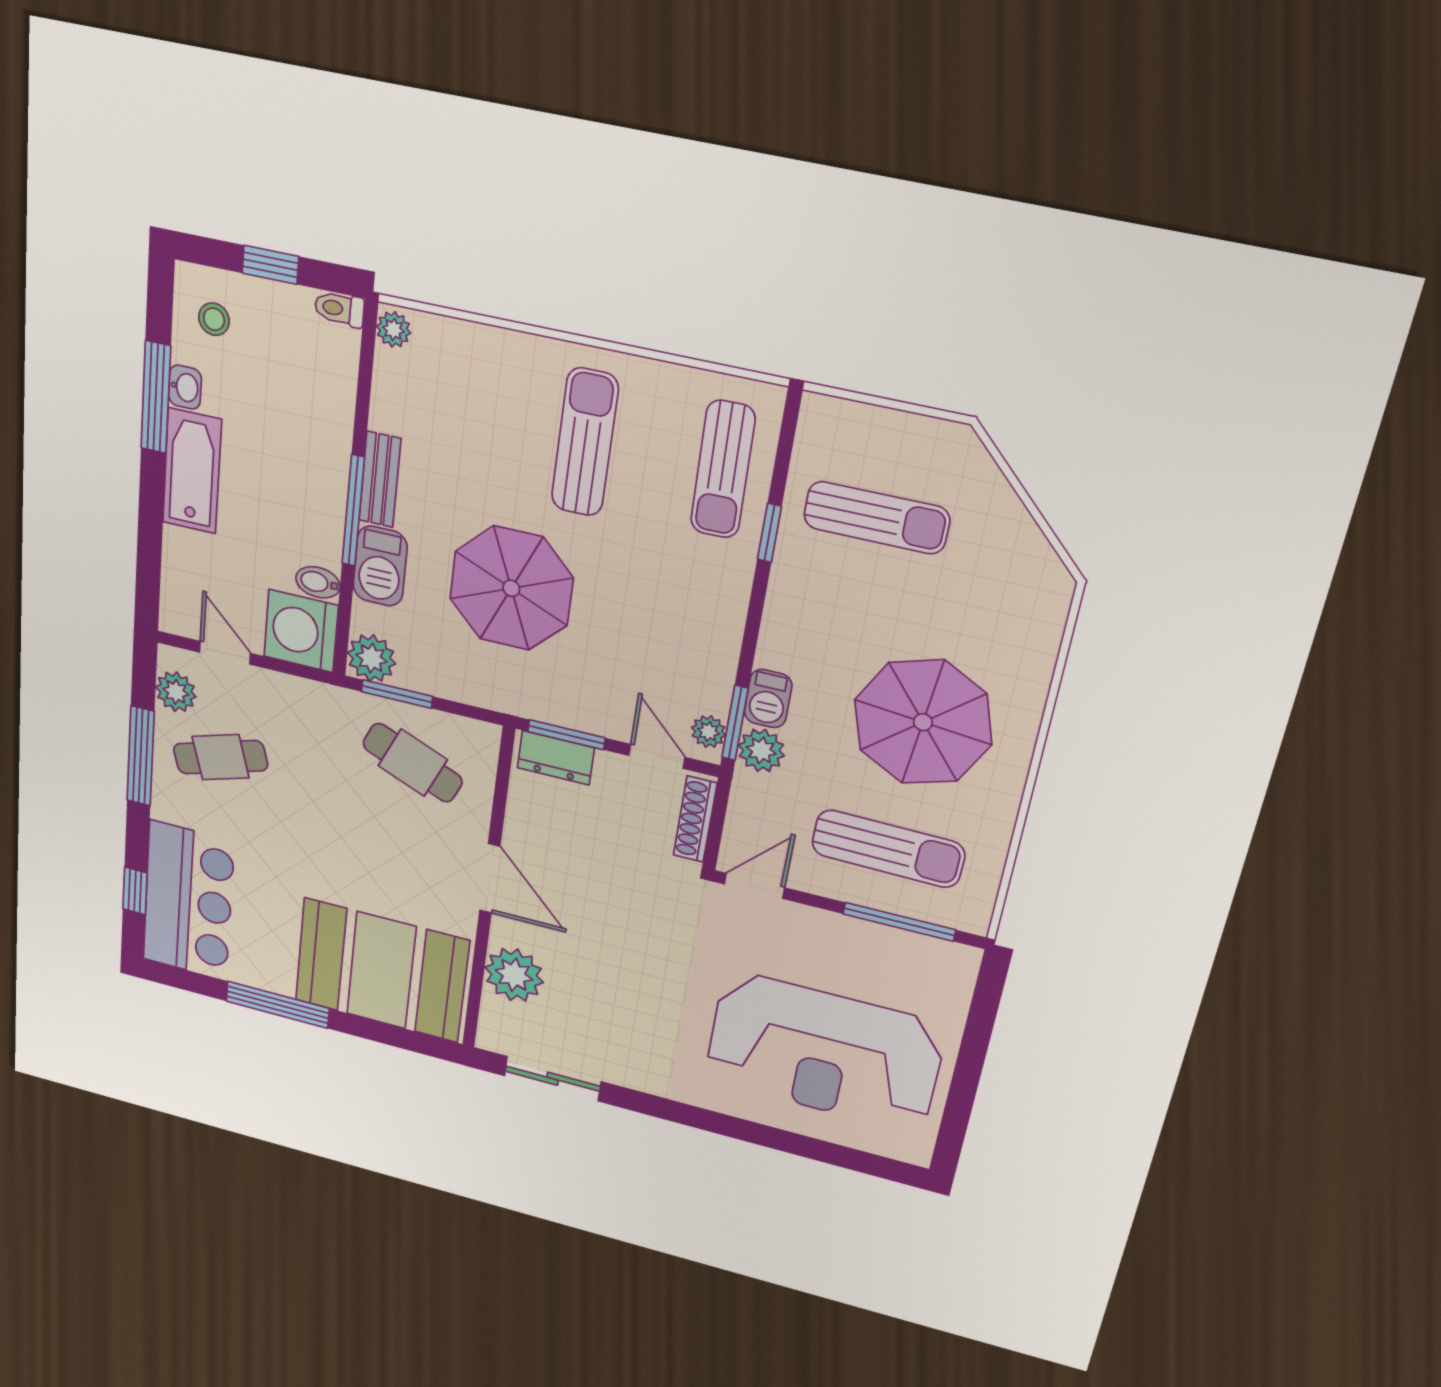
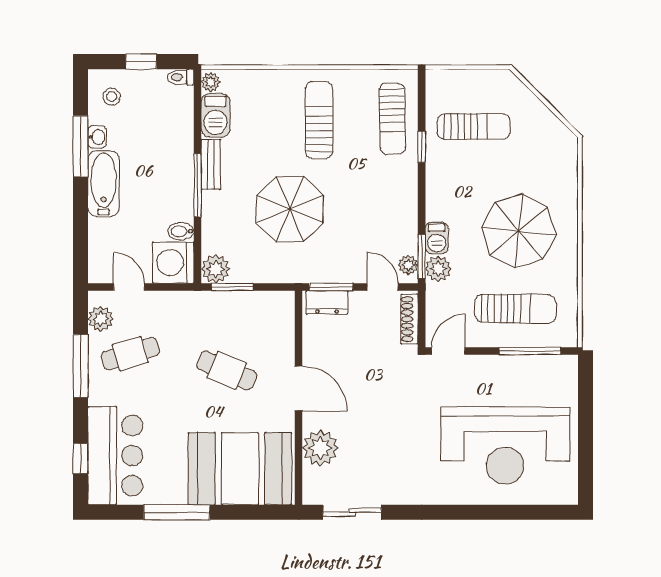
barbecue: (380, 566) -> (216, 115), moved
cafe table: (413, 763) -> (227, 370), moved

